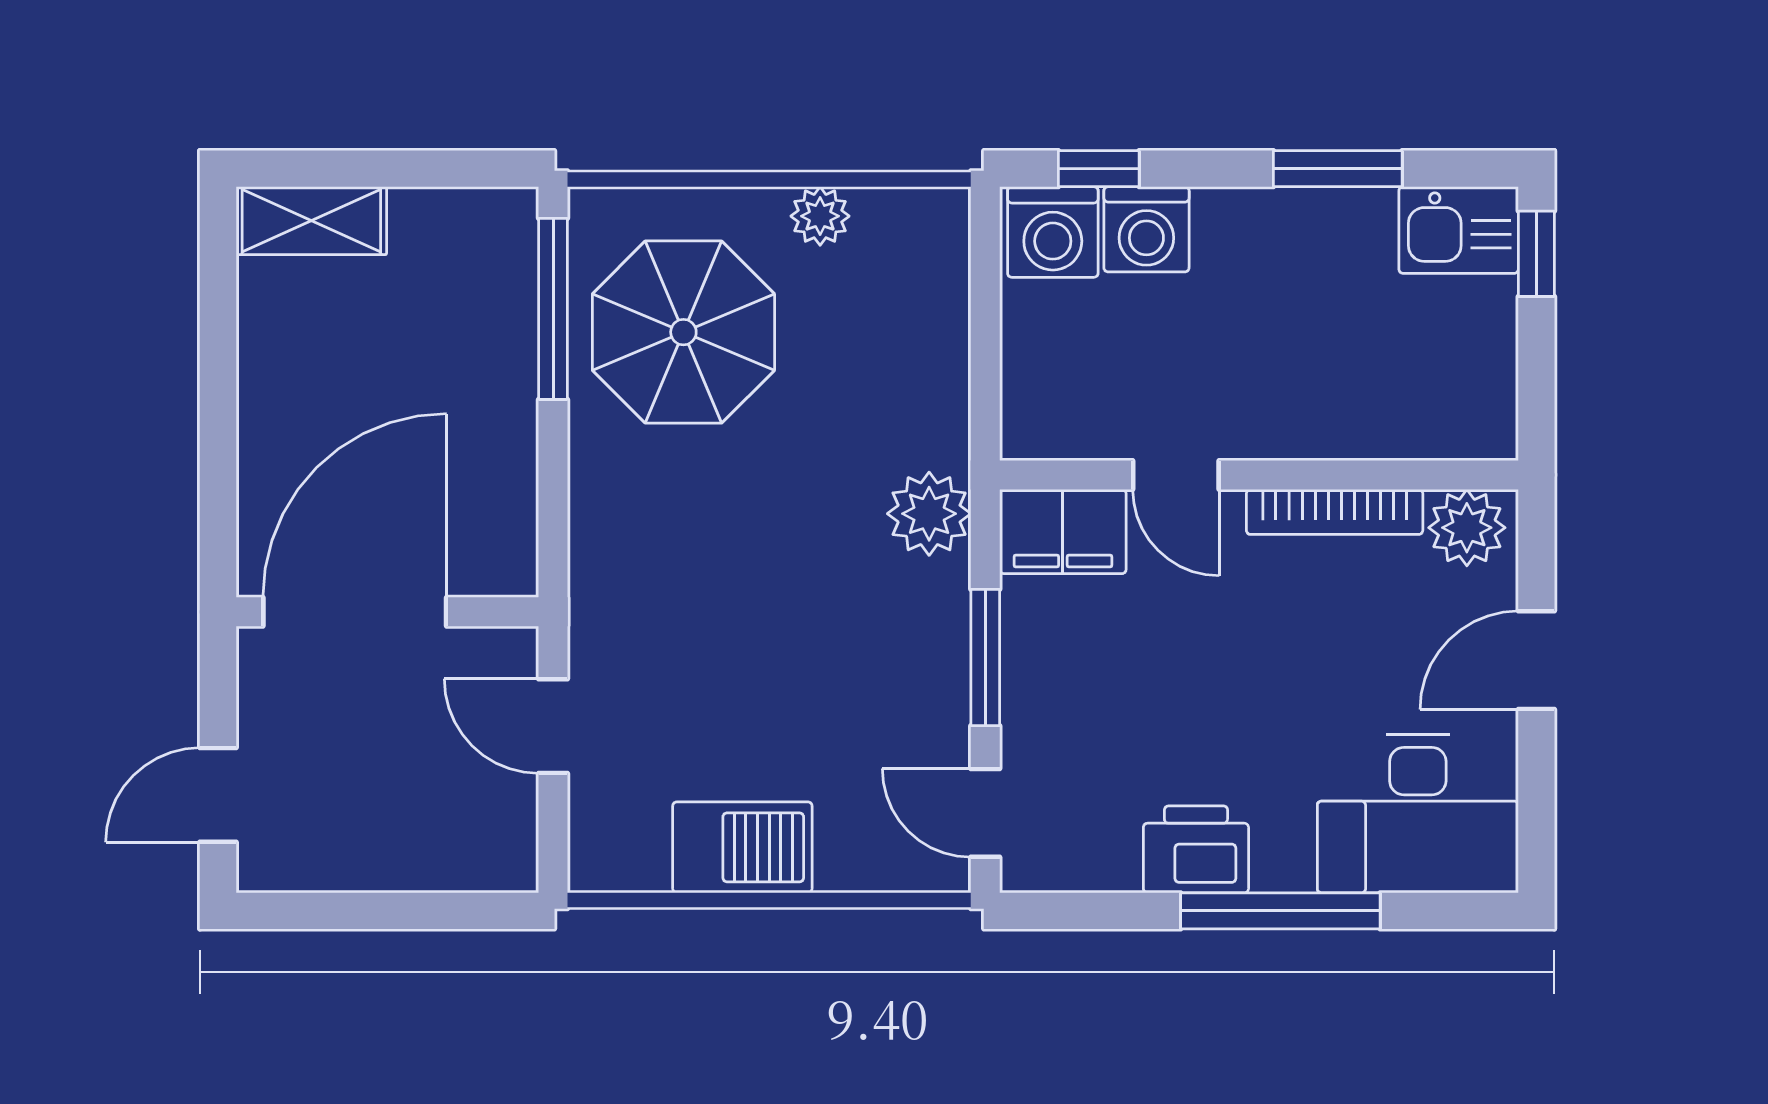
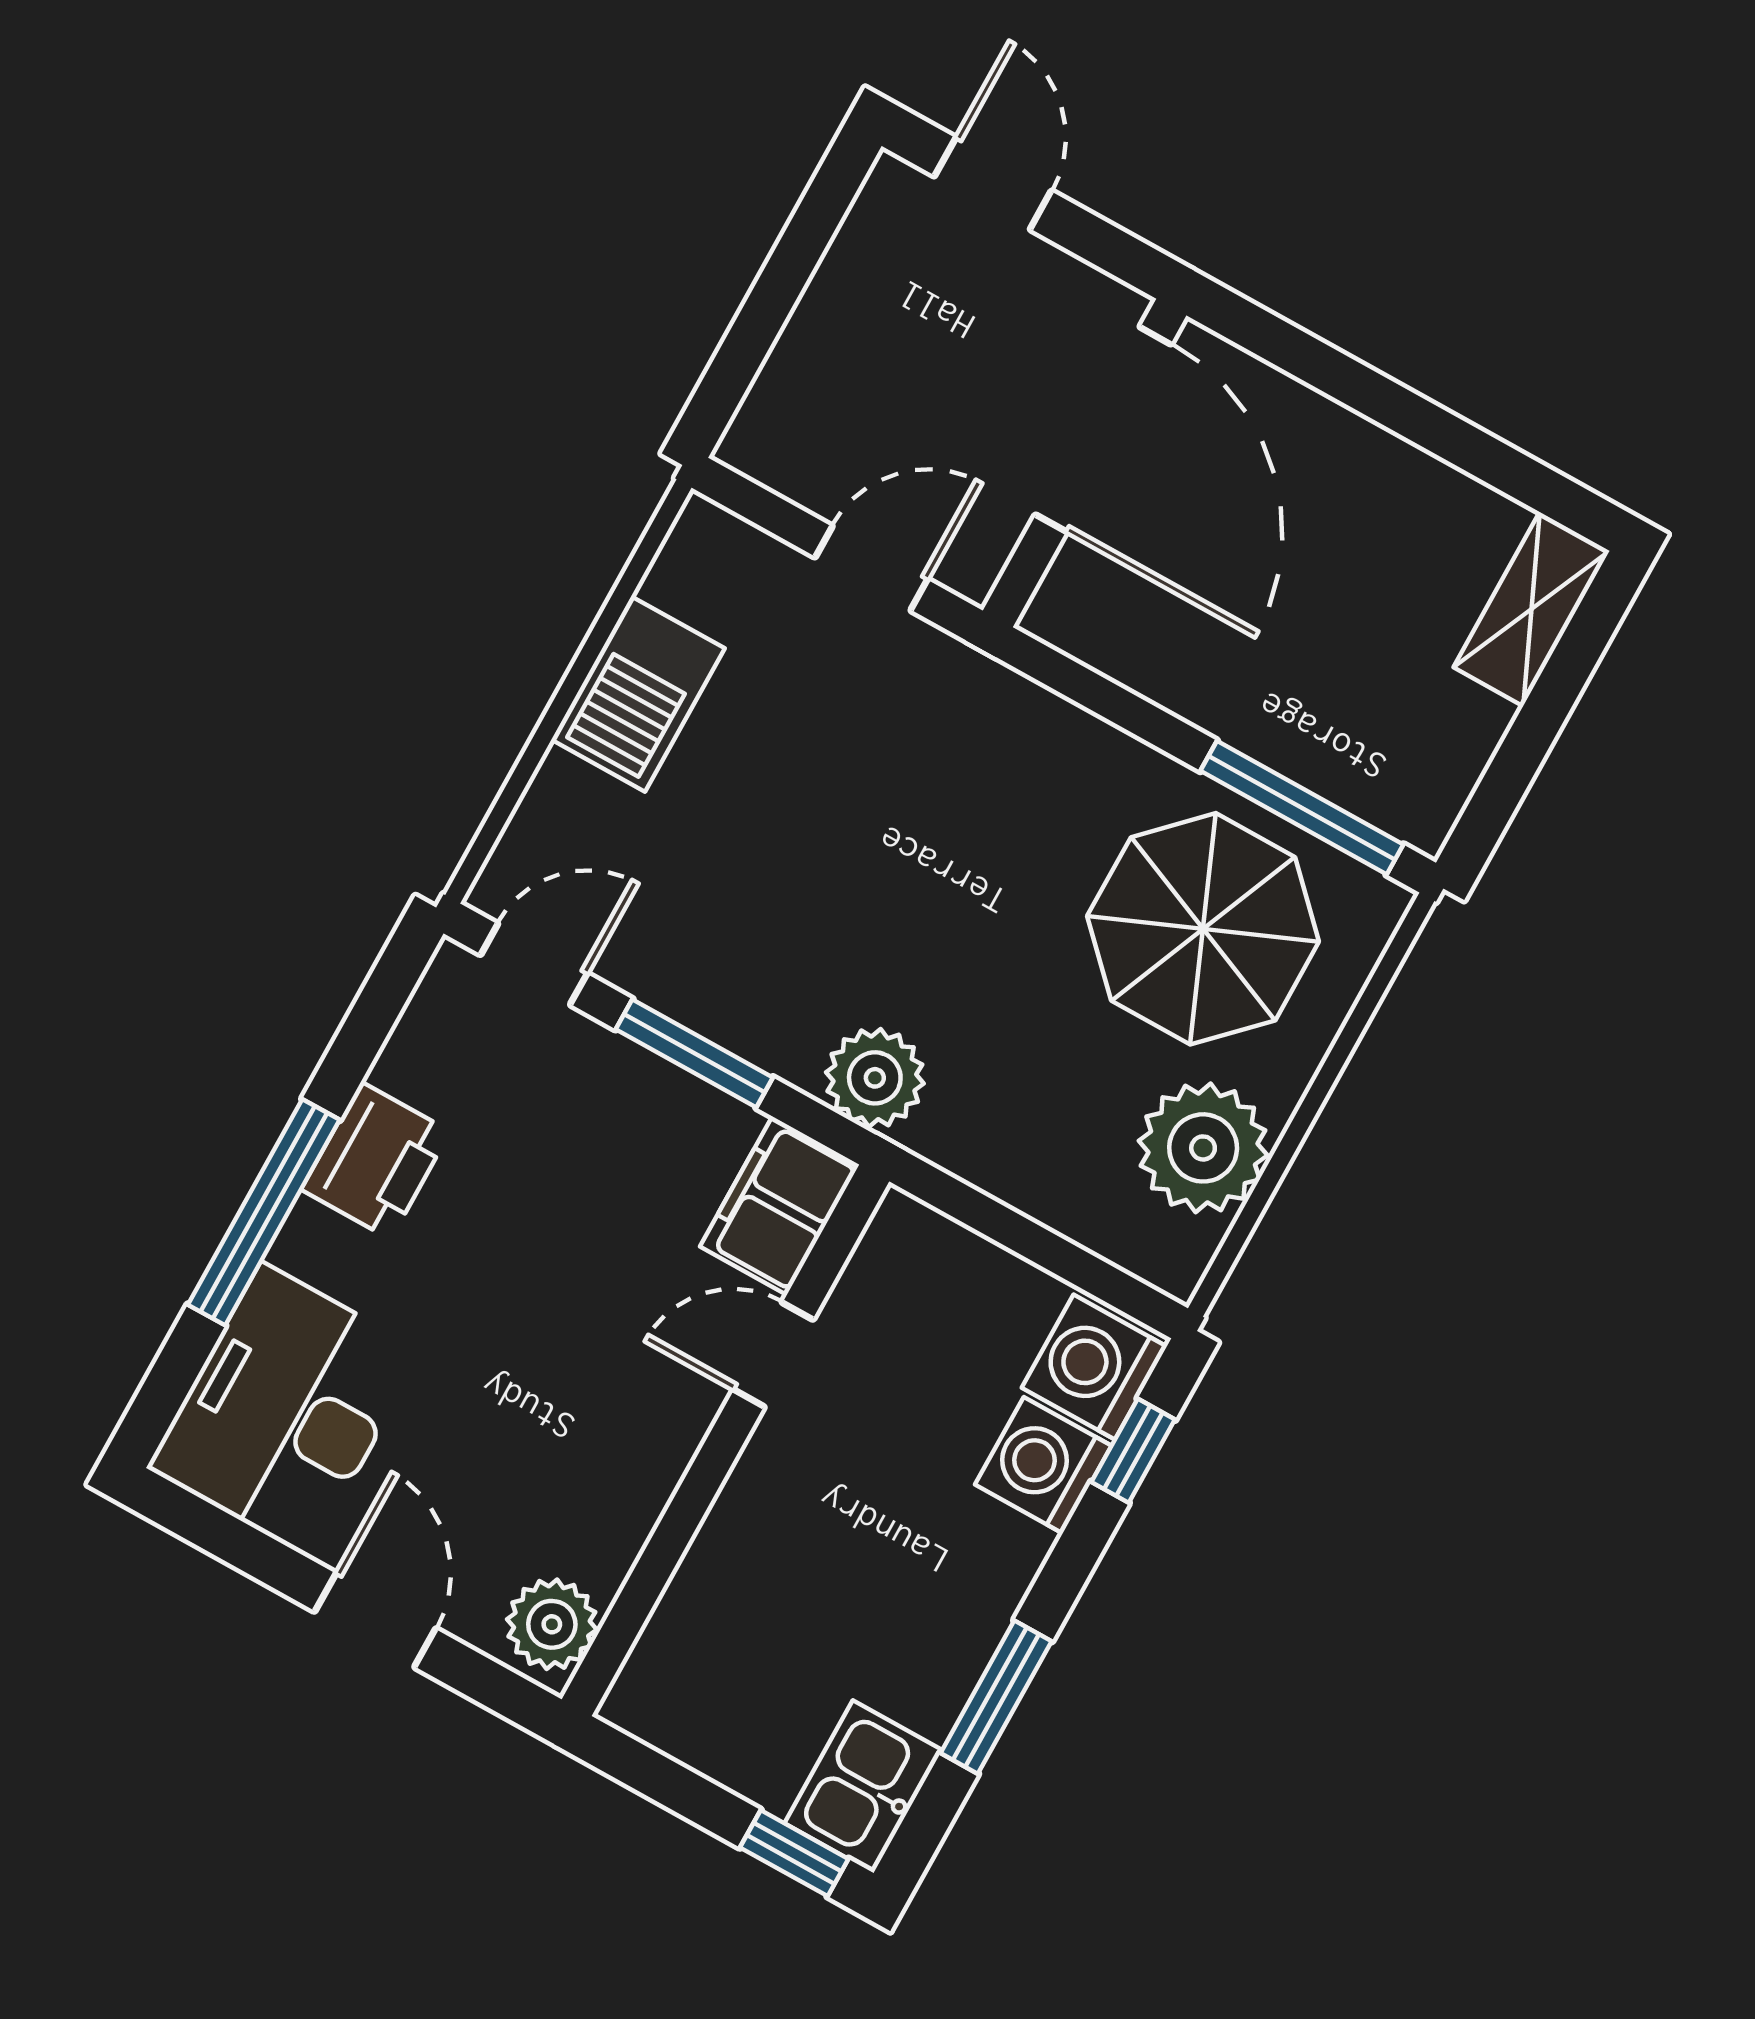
plant: (820, 216) -> (1203, 1148), width x1.88, depth x1.88
bookcase: (1335, 512) -> (644, 1497), removed

